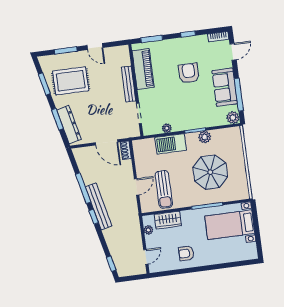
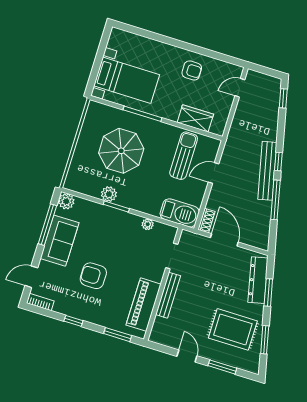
armchair: (189, 73) -> (93, 276), turned 90
barbecue: (171, 144) -> (180, 213), moved
plant: (148, 230) -> (223, 117), removed

